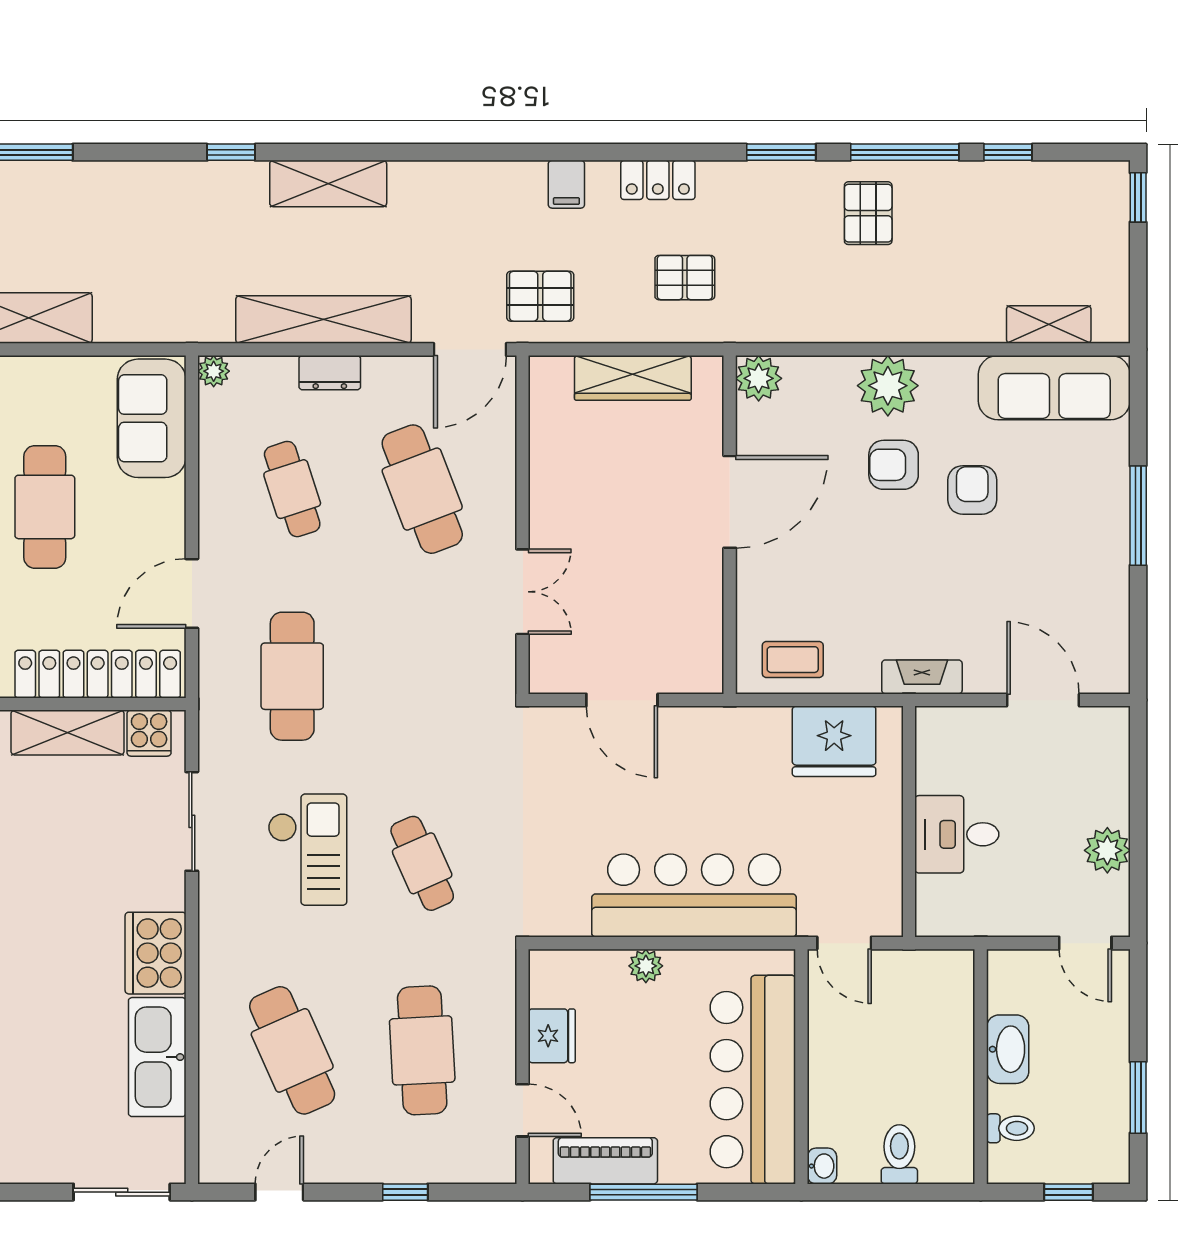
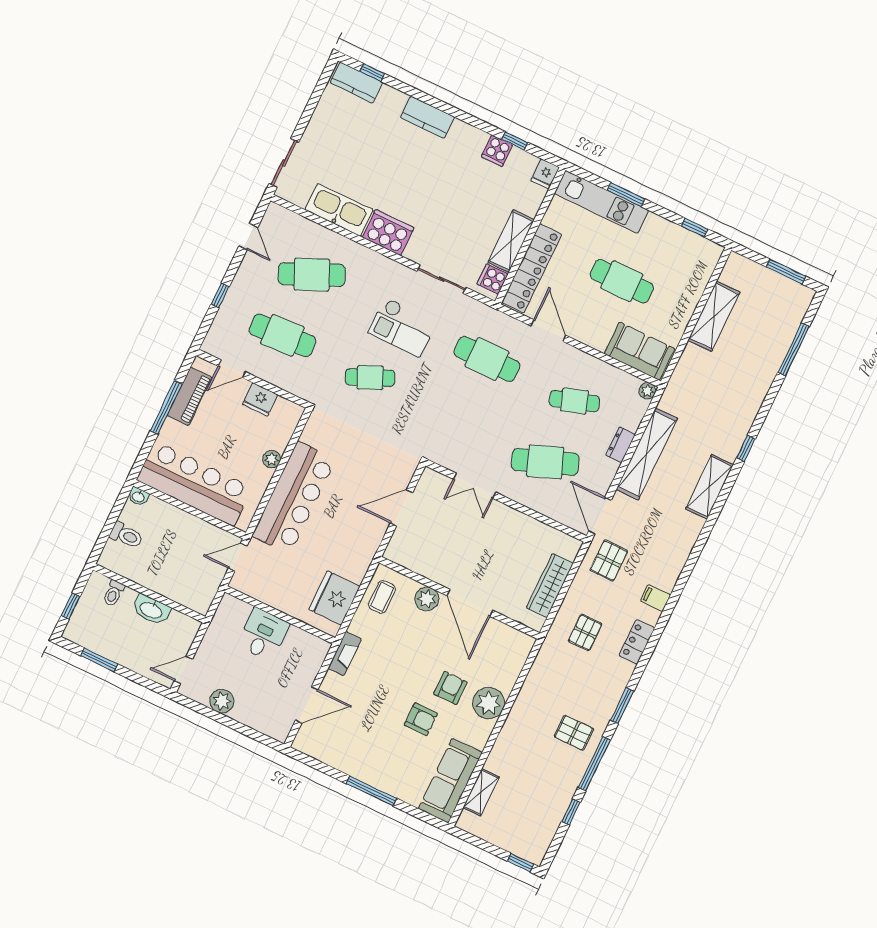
plant: (759, 378) -> (427, 599), moved

